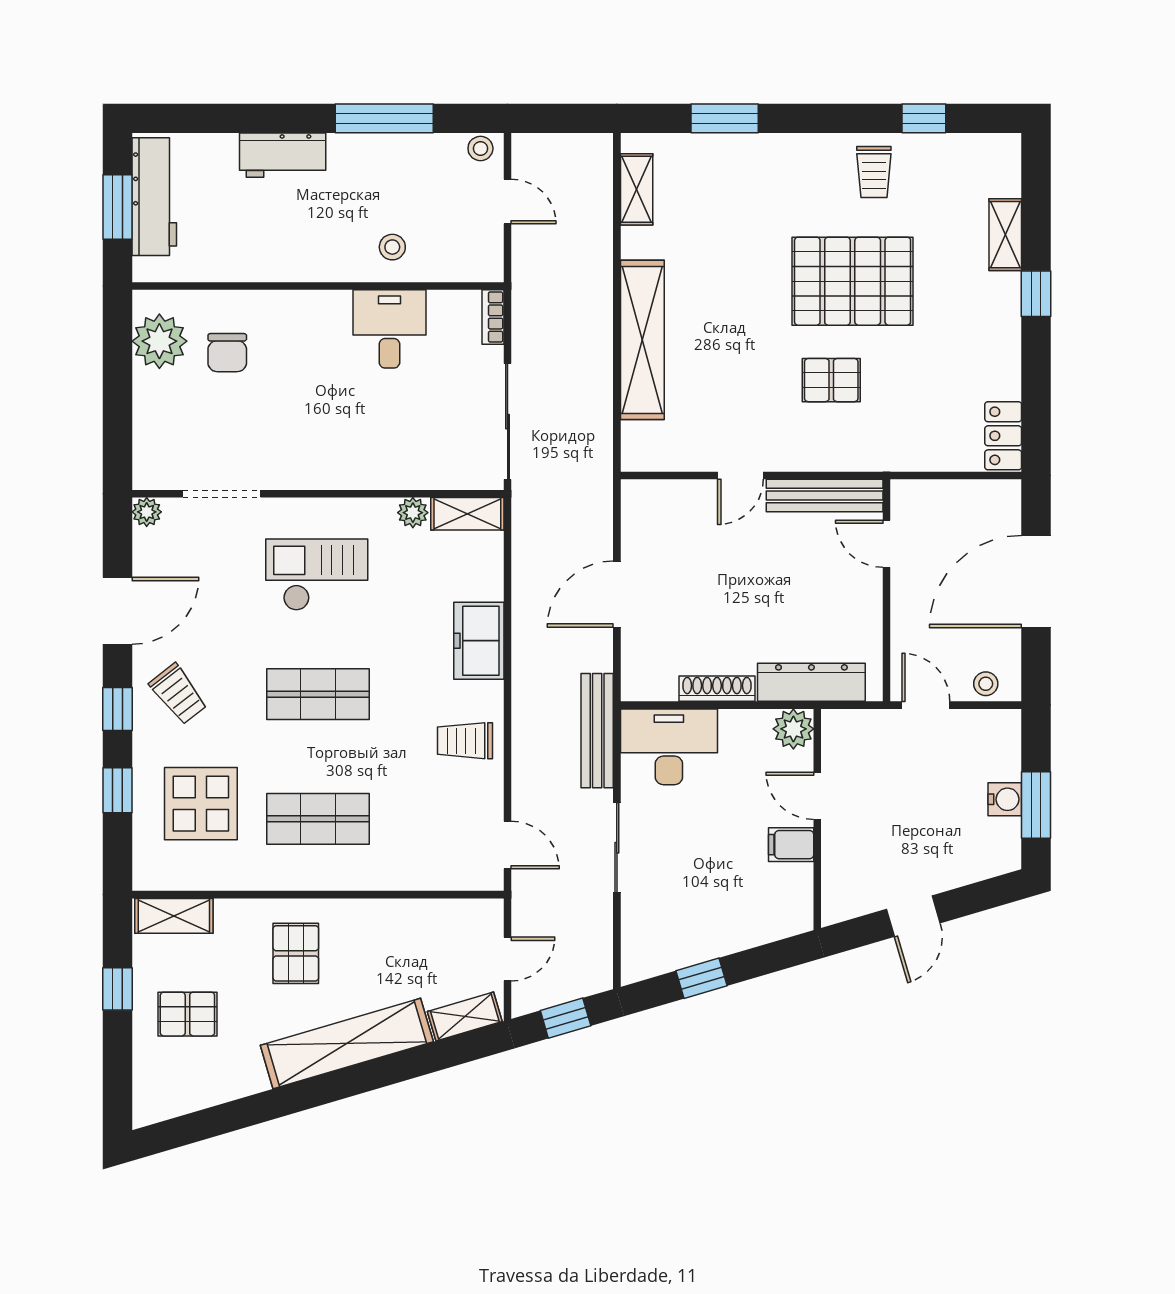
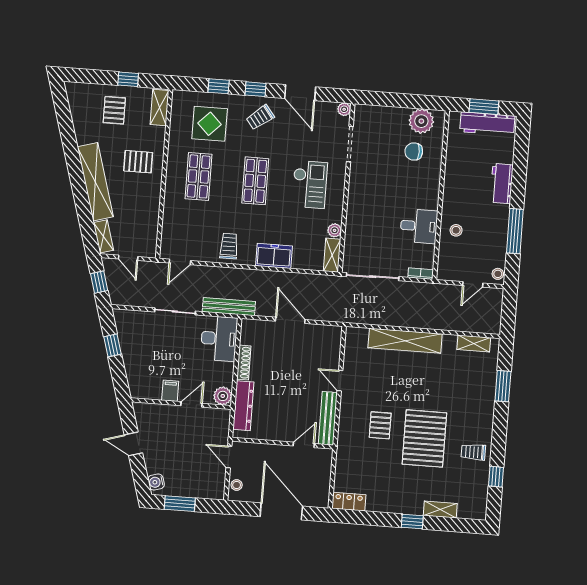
door: (926, 705) -> (229, 457), swing flipped
water cooler: (1005, 799) -> (156, 482), moved, turned 74

